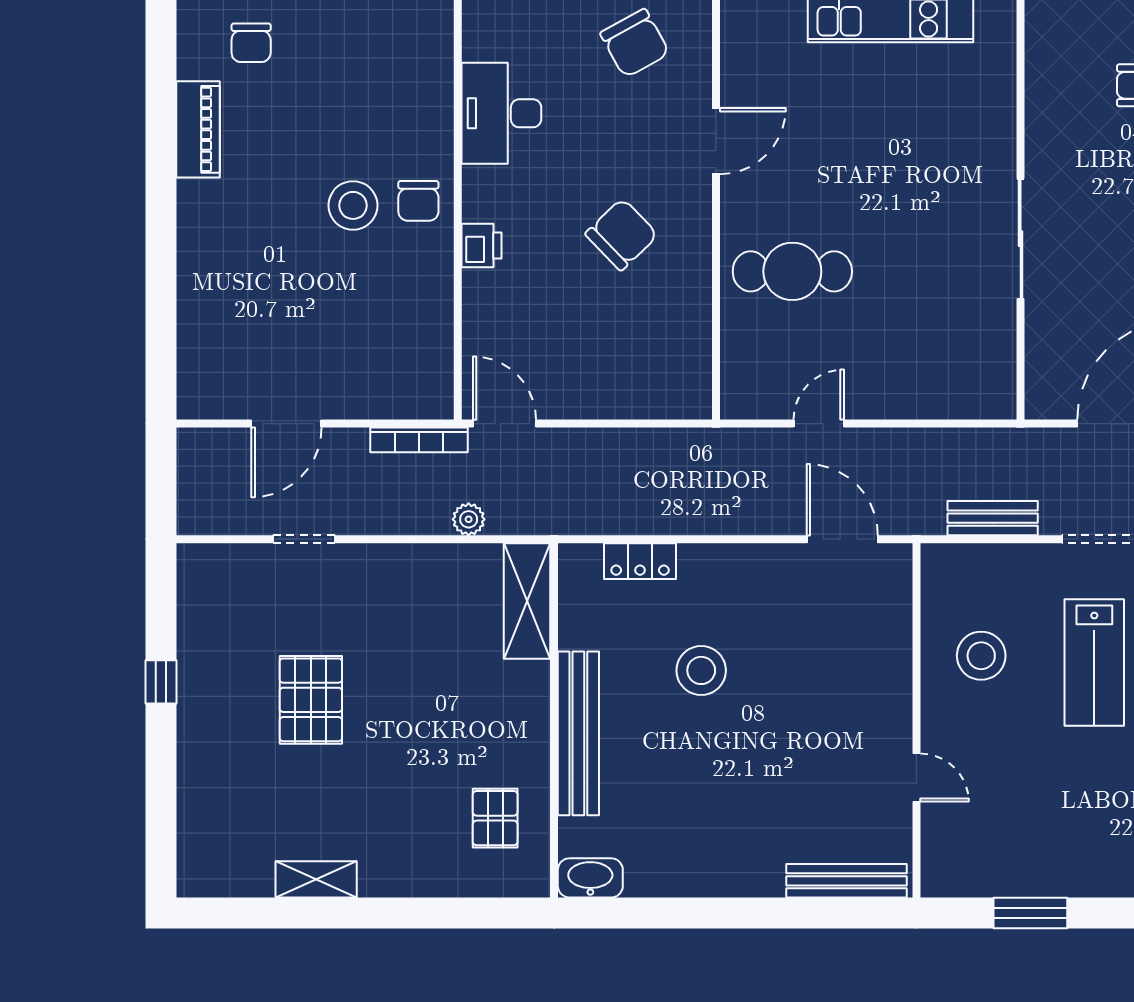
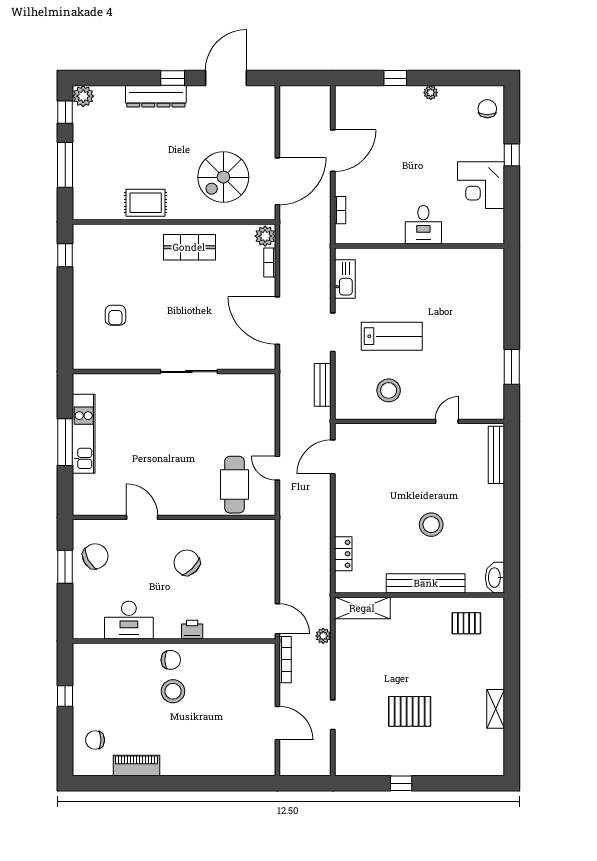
chair: (251, 43) -> (95, 740), turned 180
cafe table: (792, 271) -> (234, 485), moved
door: (505, 424) -> (277, 619), swing flipped
stool: (701, 670) -> (431, 525), moved

